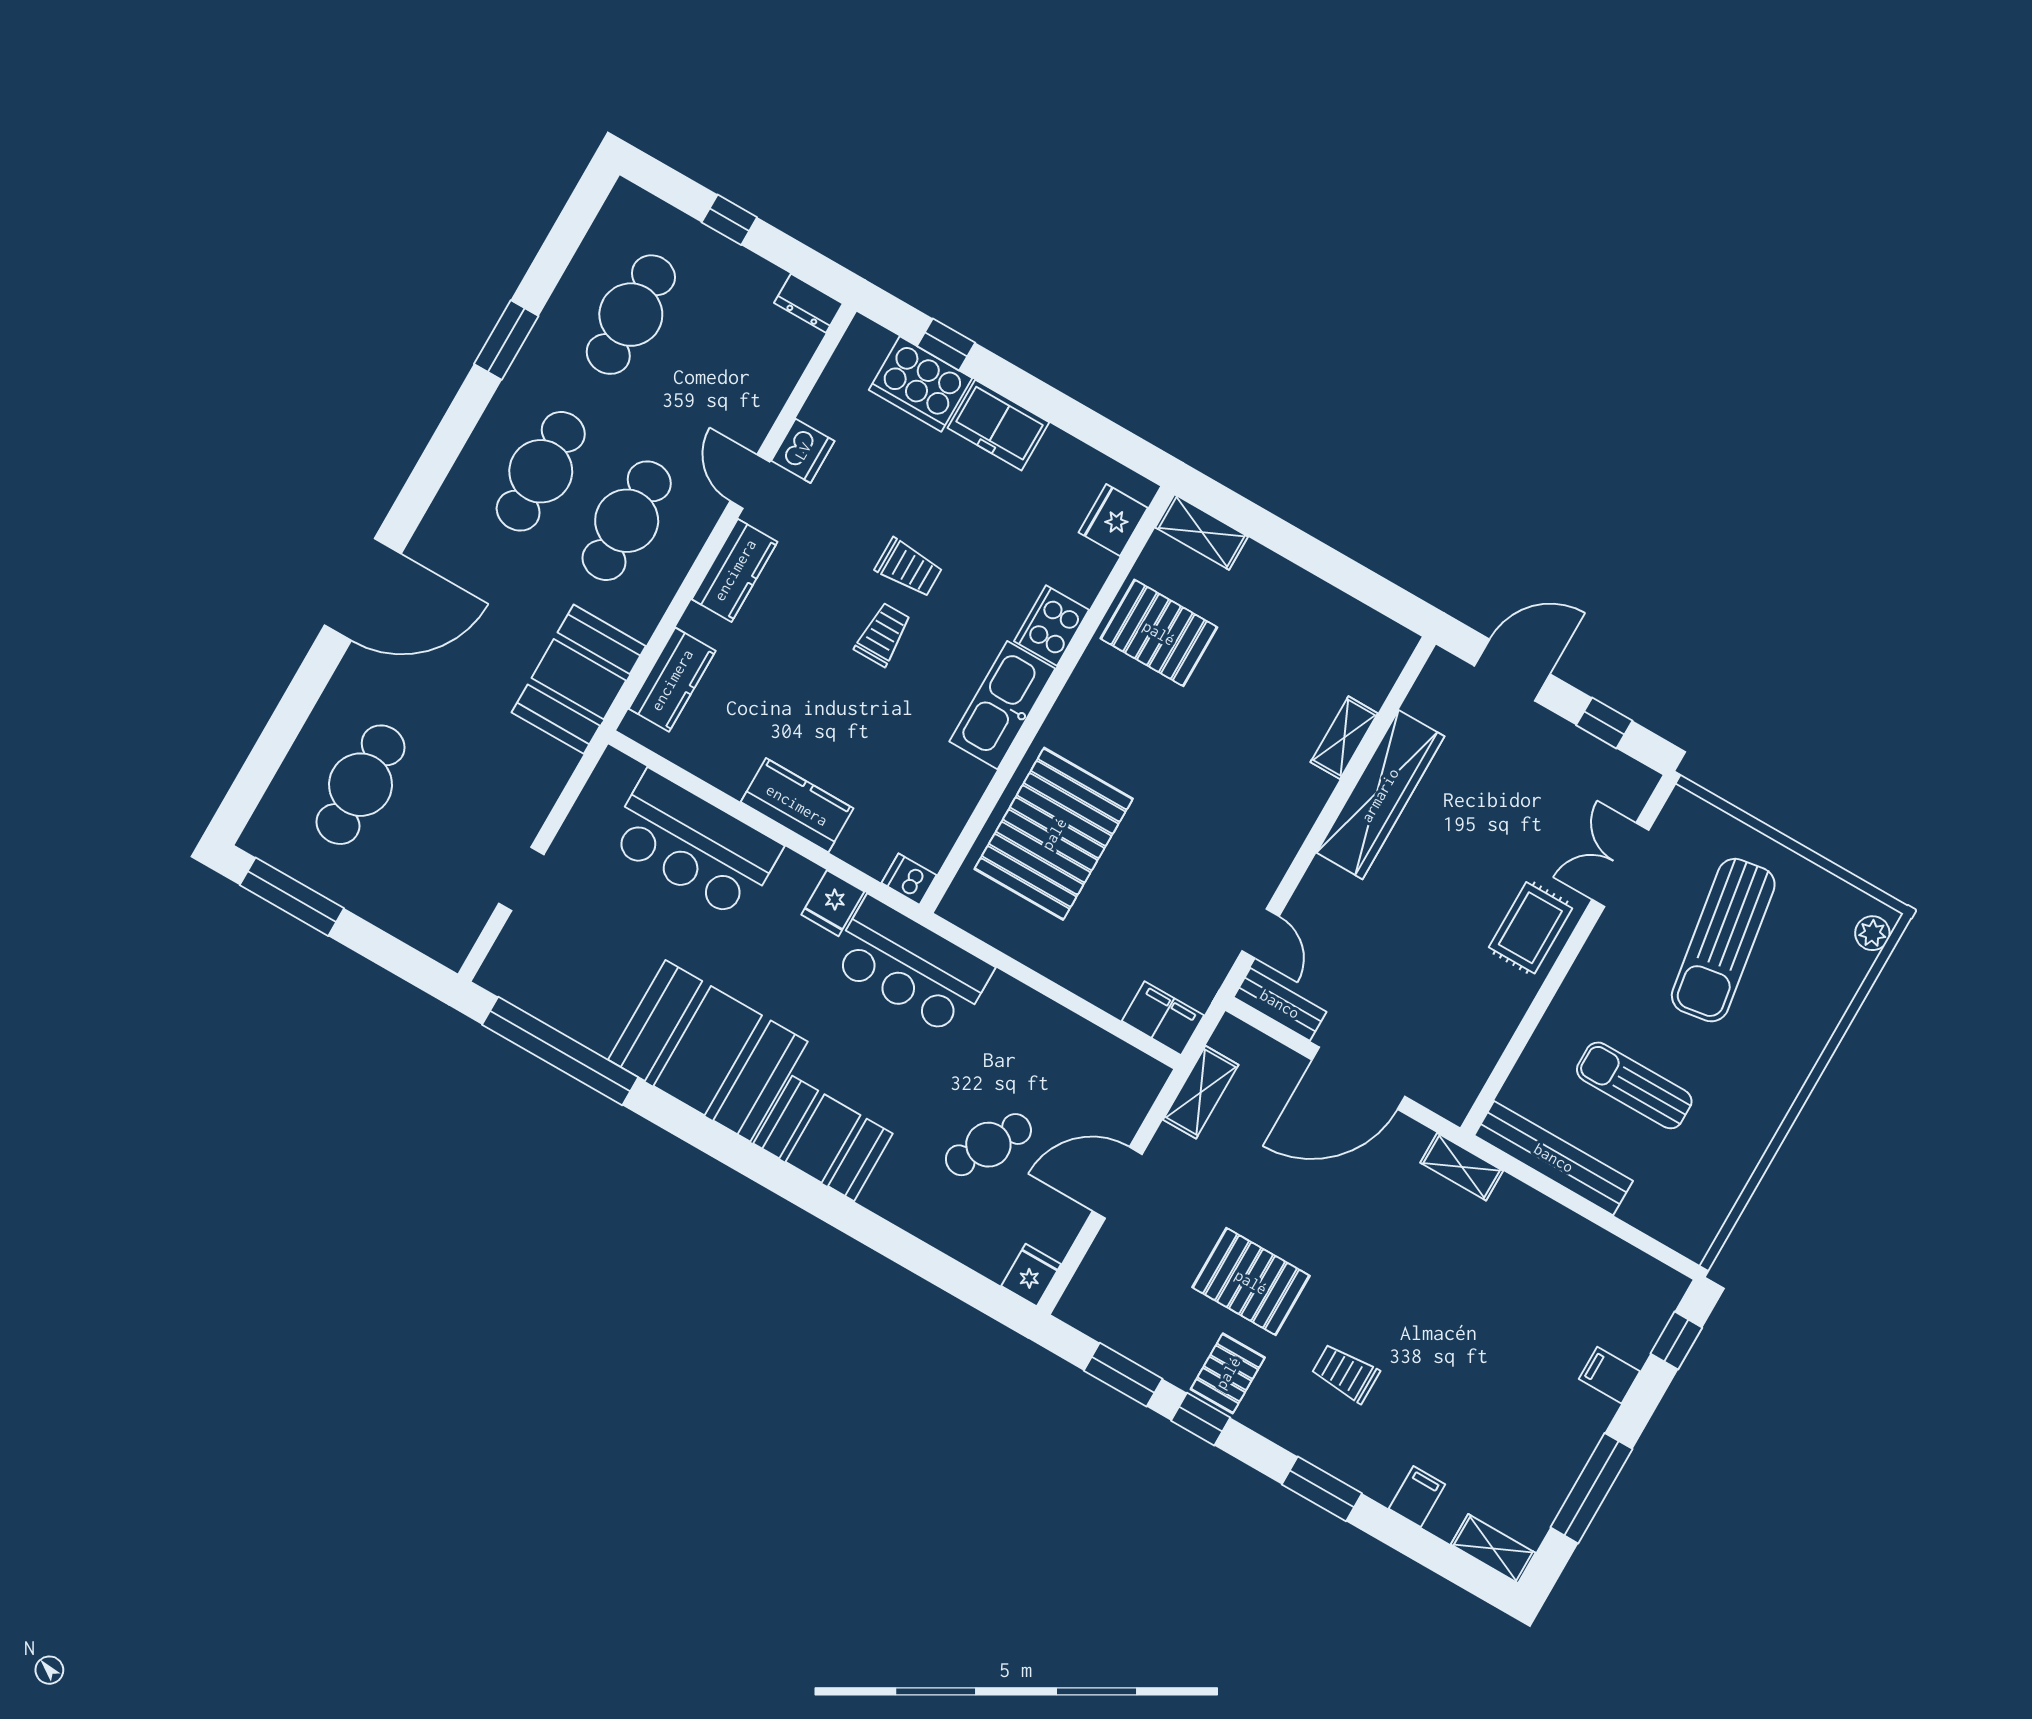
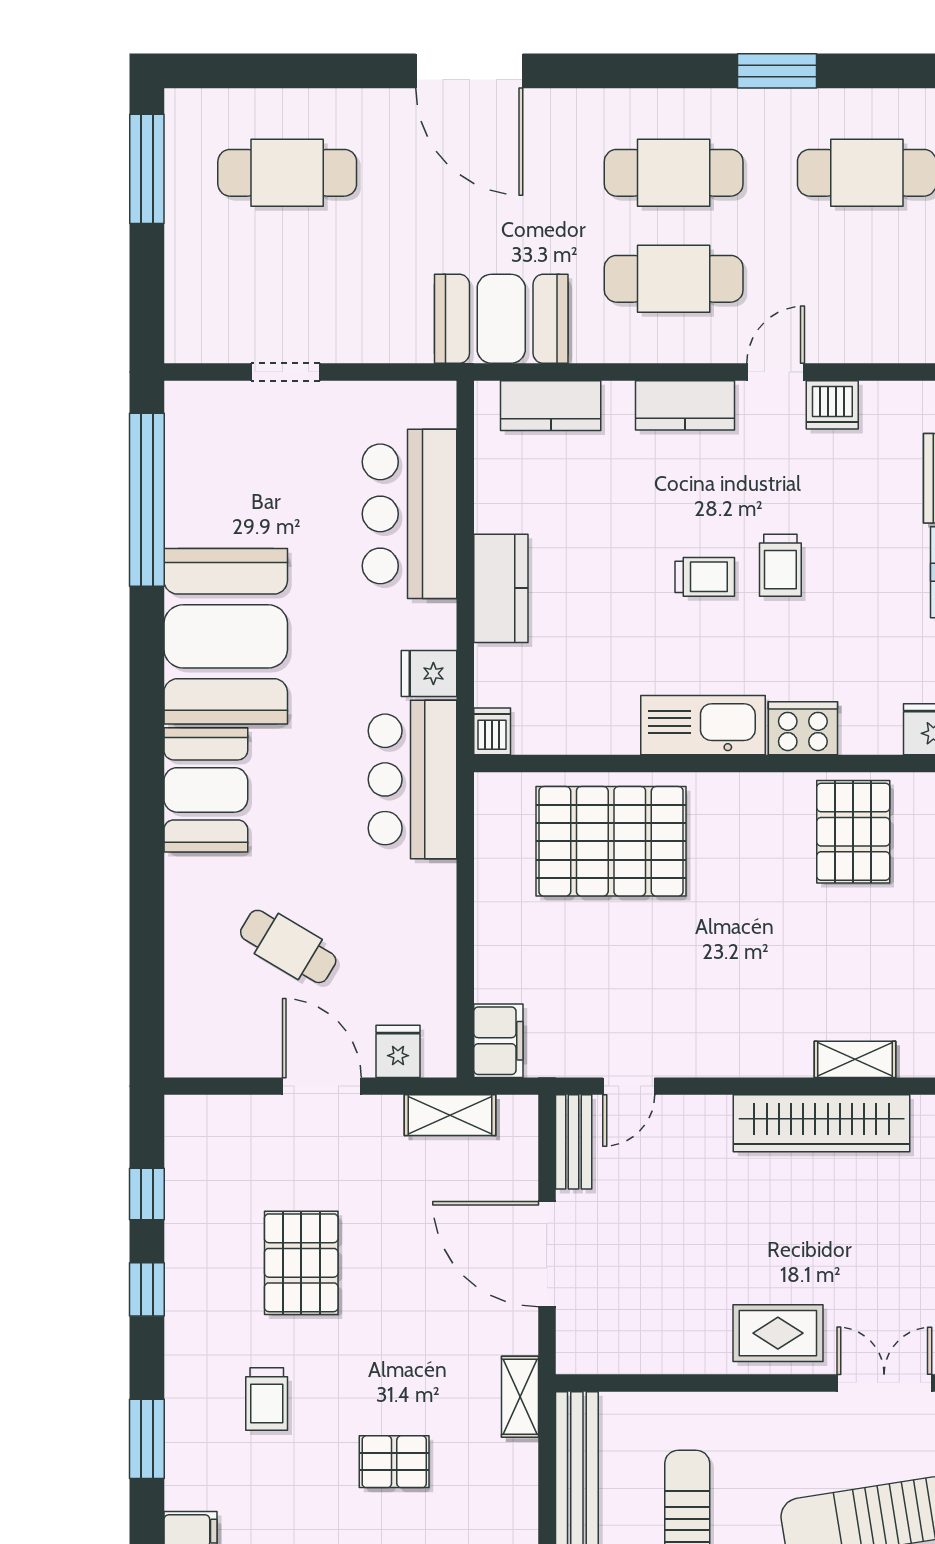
fridge: (1031, 1275) -> (398, 1051), moved, turned -90
pallet: (1228, 1373) -> (394, 1462), moved
trolley: (1345, 1373) -> (267, 1399), turned 180
window: (1123, 1375) -> (147, 1194), width x0.67

